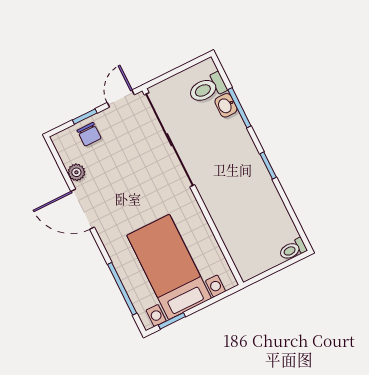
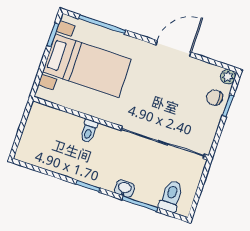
door: (121, 99) -> (217, 138), removed
washbasin: (226, 105) -> (124, 189), moved
plant: (76, 172) -> (228, 77), moved
toilet: (293, 249) -> (89, 131), moved, turned 180

